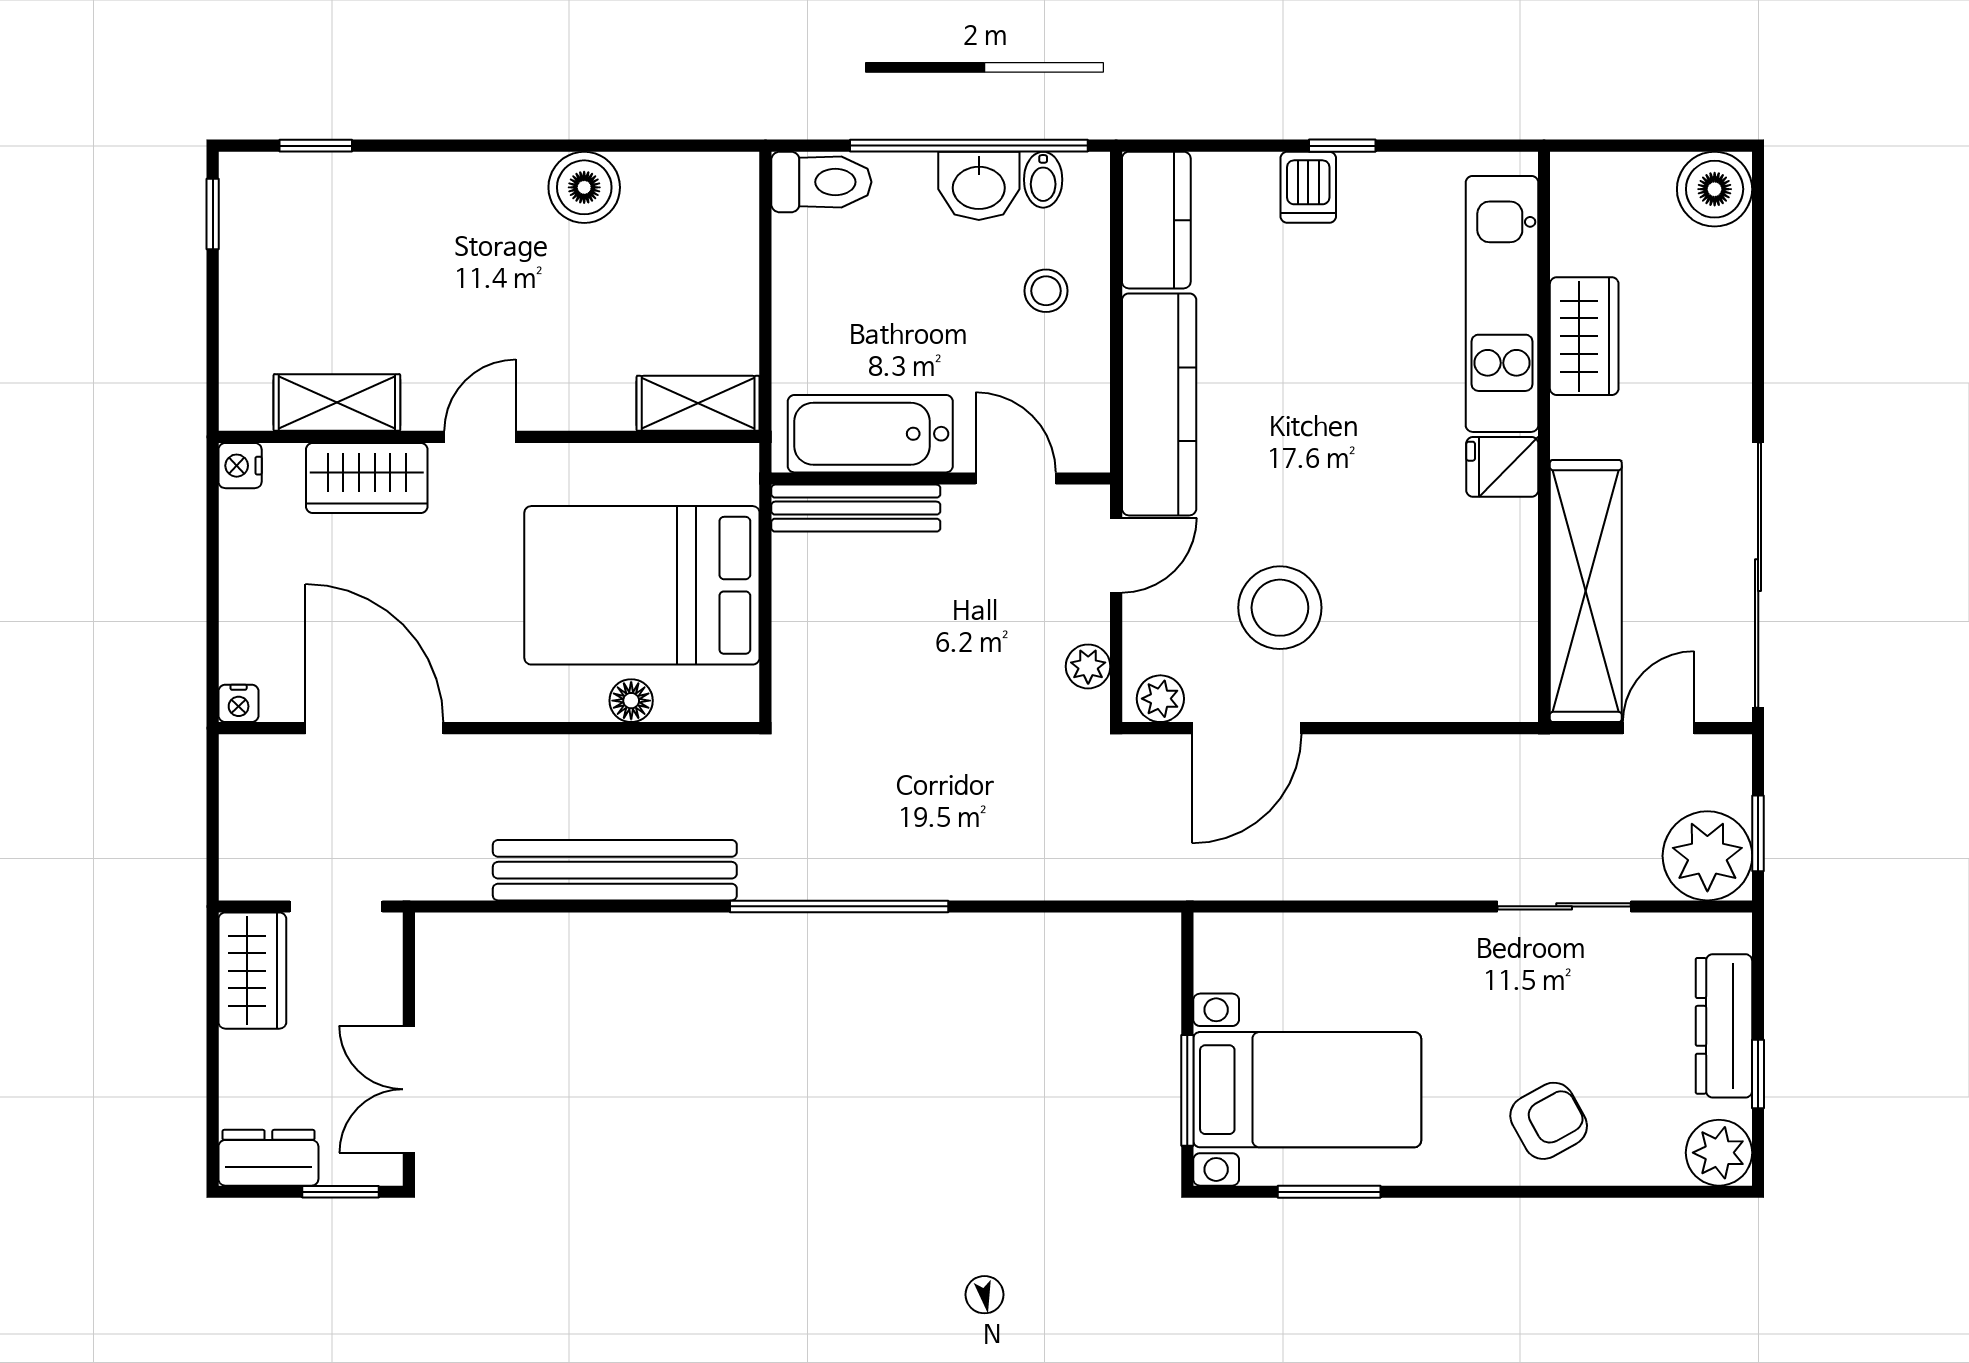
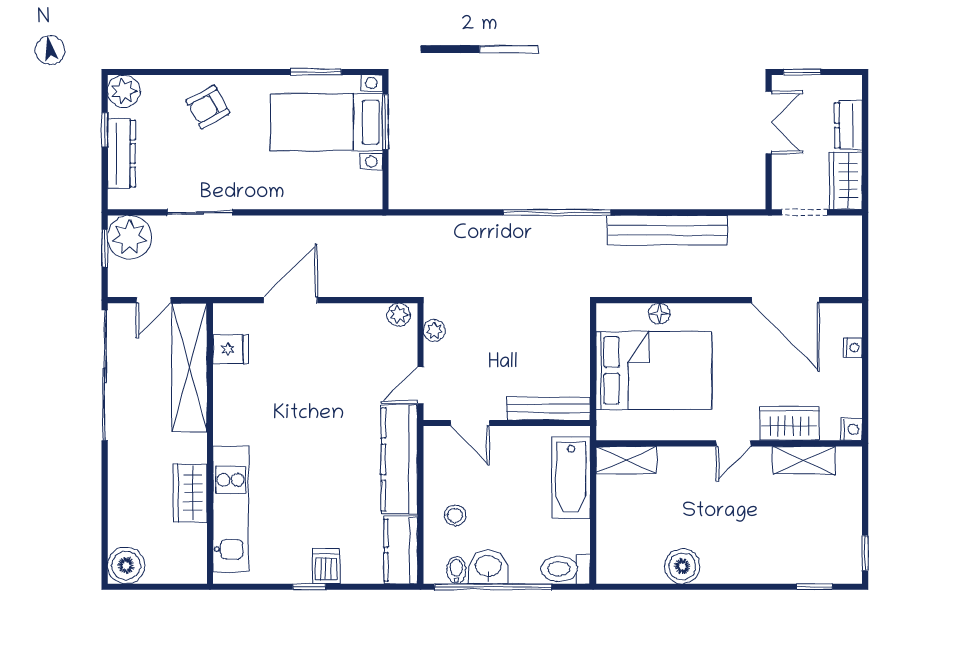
bathtub: (870, 434) -> (571, 478), moved, turned 90
fridge: (1502, 467) -> (231, 349), moved
stool: (1280, 608) -> (340, 359), removed
nightstand: (239, 703) -> (853, 348), moved, turned 90
door: (1247, 728) -> (291, 300), moved
dresser: (268, 1158) -> (848, 125), moved, turned 90

